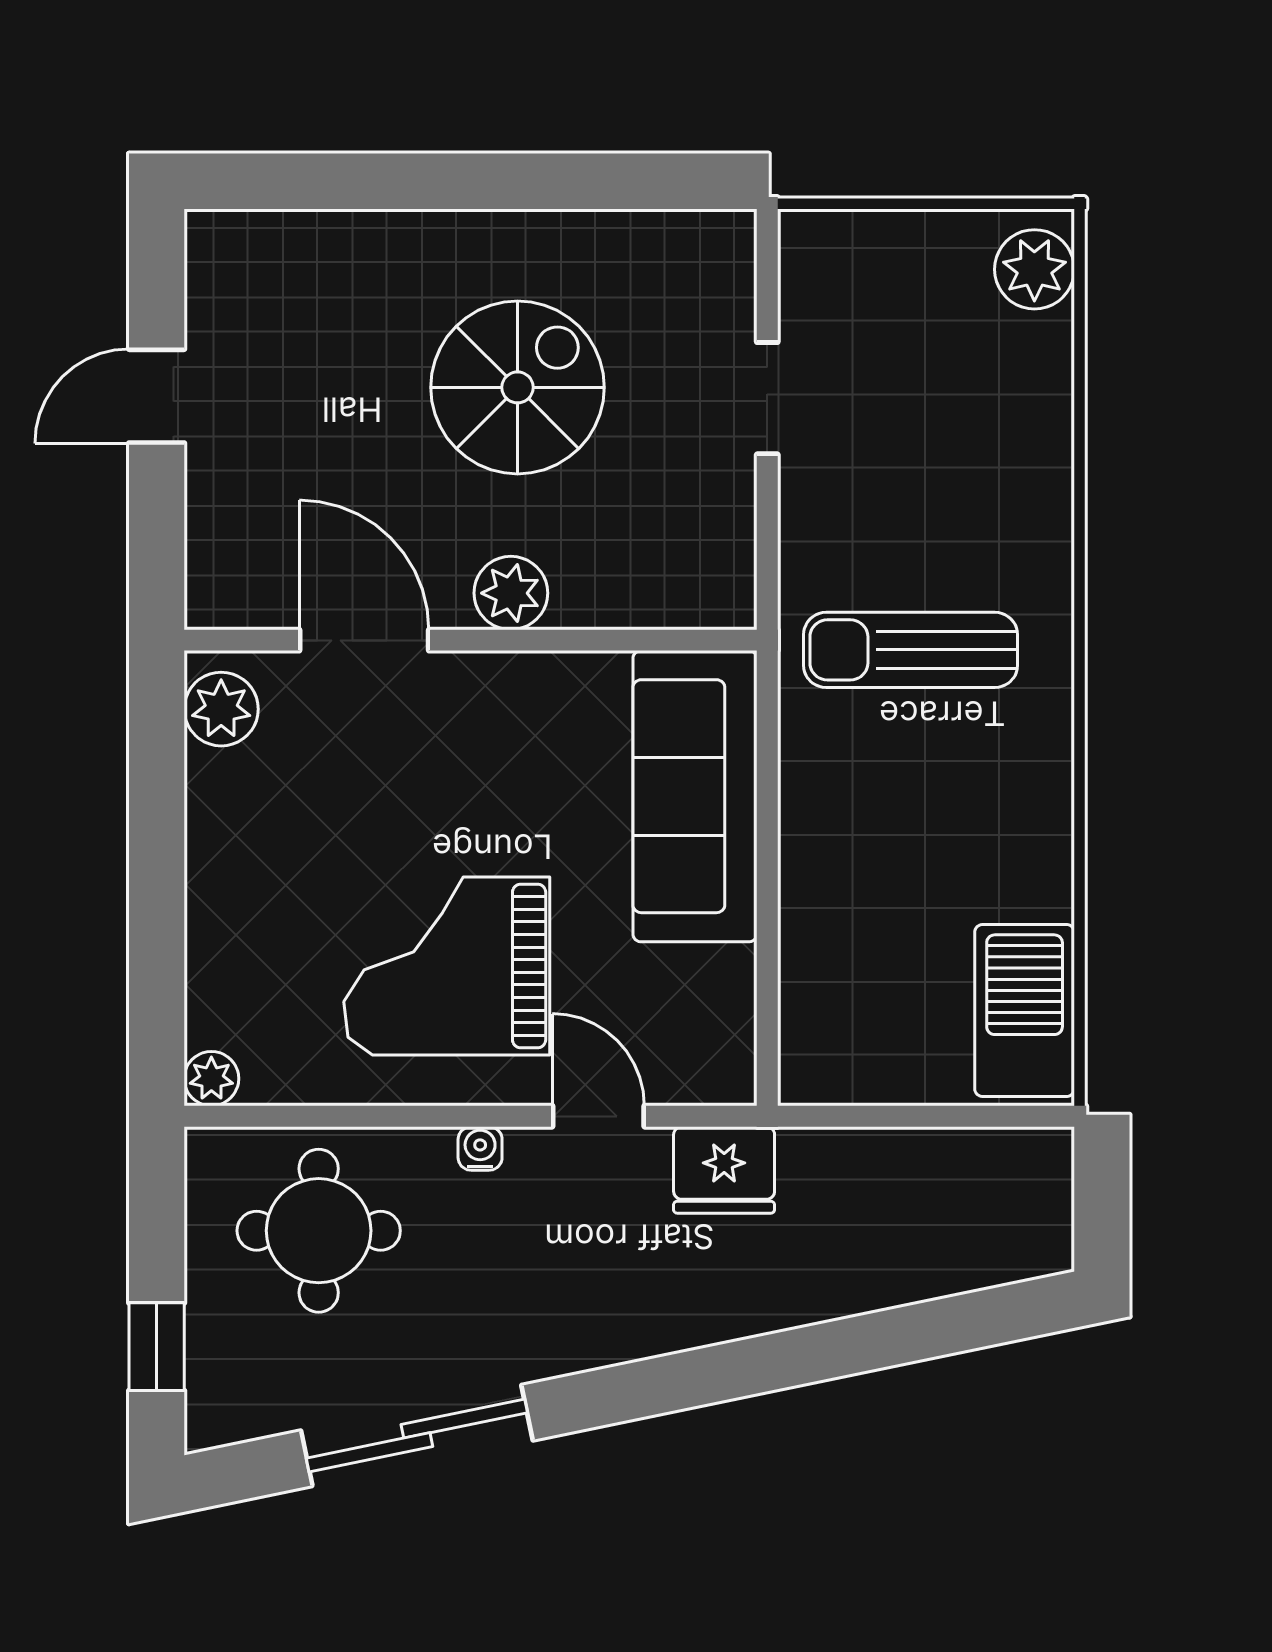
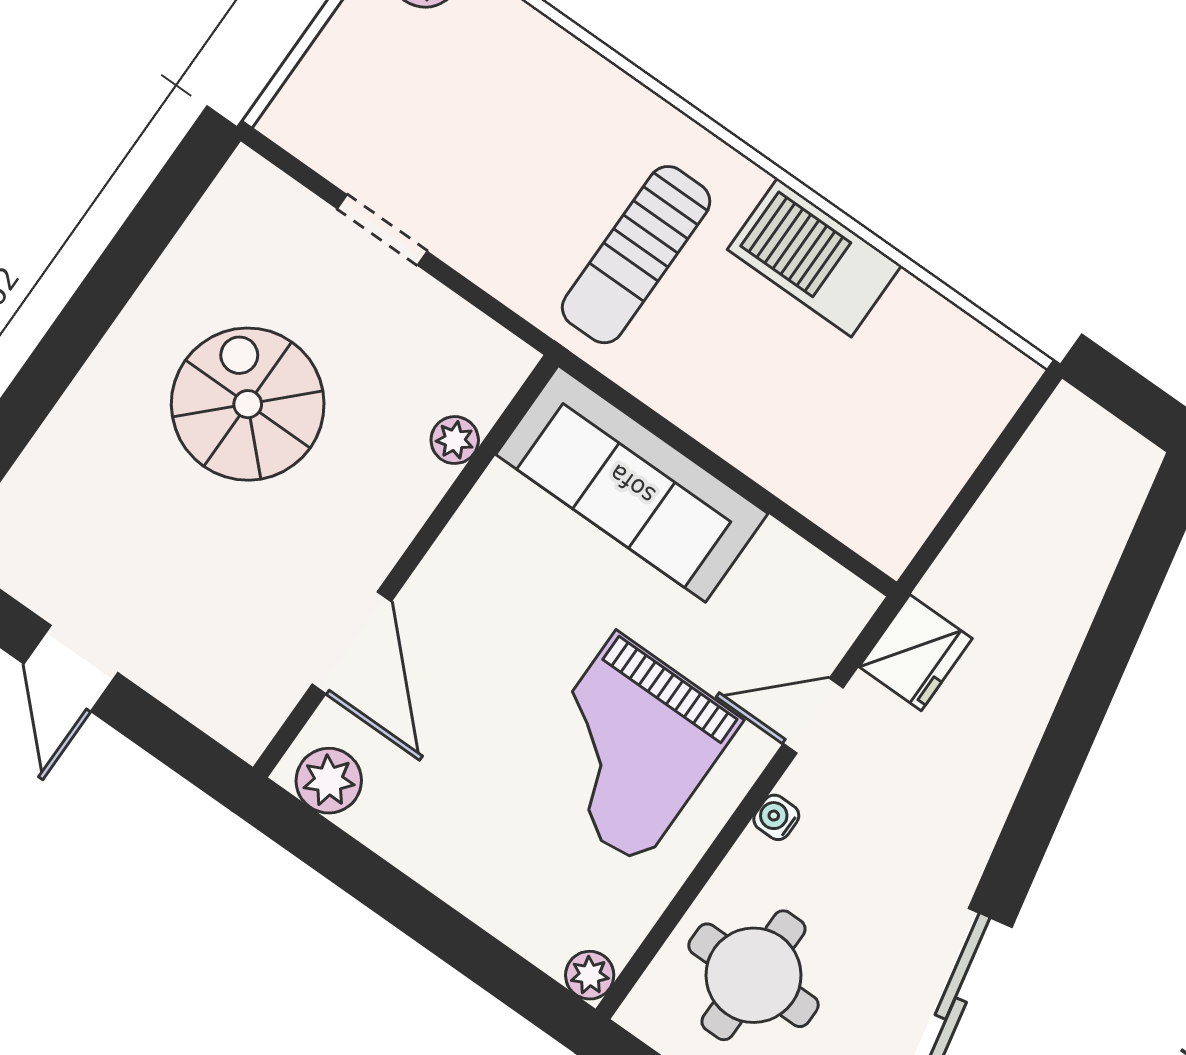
plant: (511, 593) -> (455, 440), moved, width x0.73, depth x0.73
door: (364, 640) -> (352, 643), swing flipped
barbecue: (1025, 1011) -> (814, 258), moved

